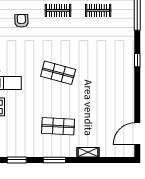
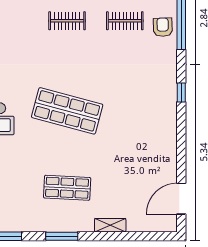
armchair: (21, 21) -> (163, 27), moved
shop shelf: (58, 73) -> (67, 111), width x1.43, depth x1.36

